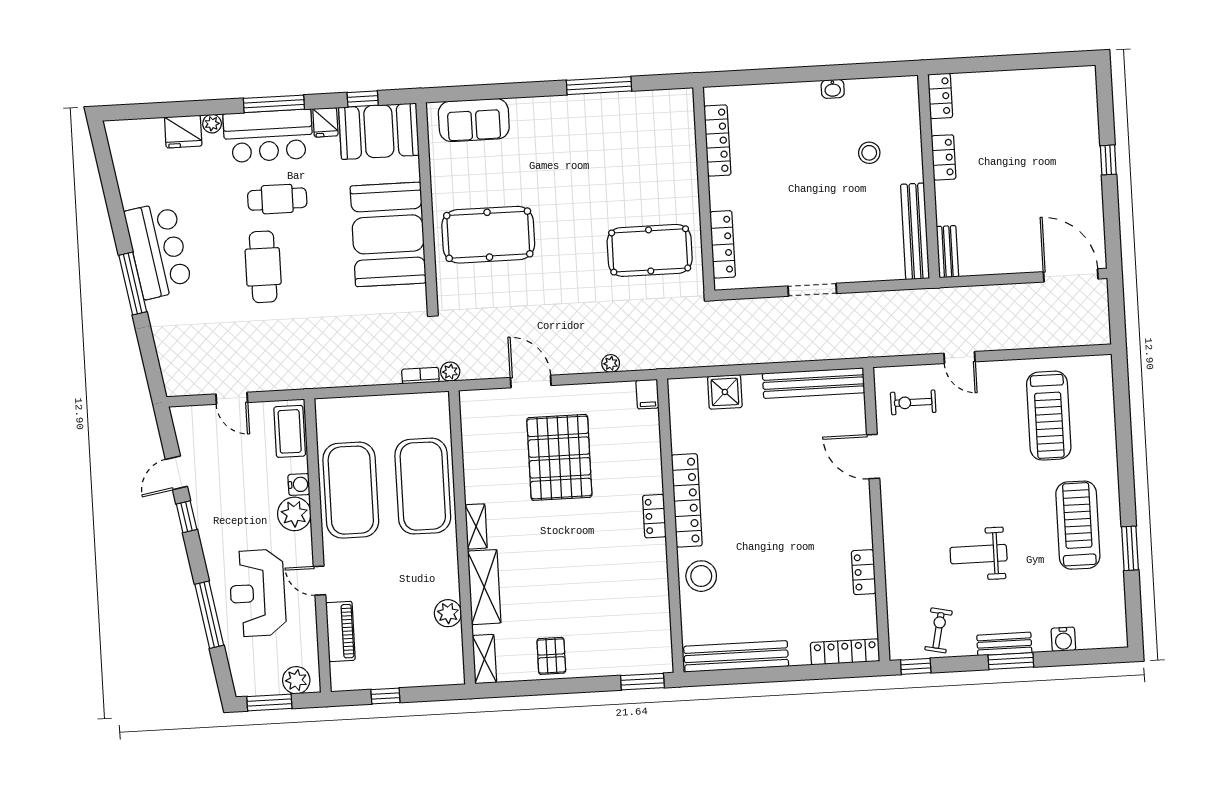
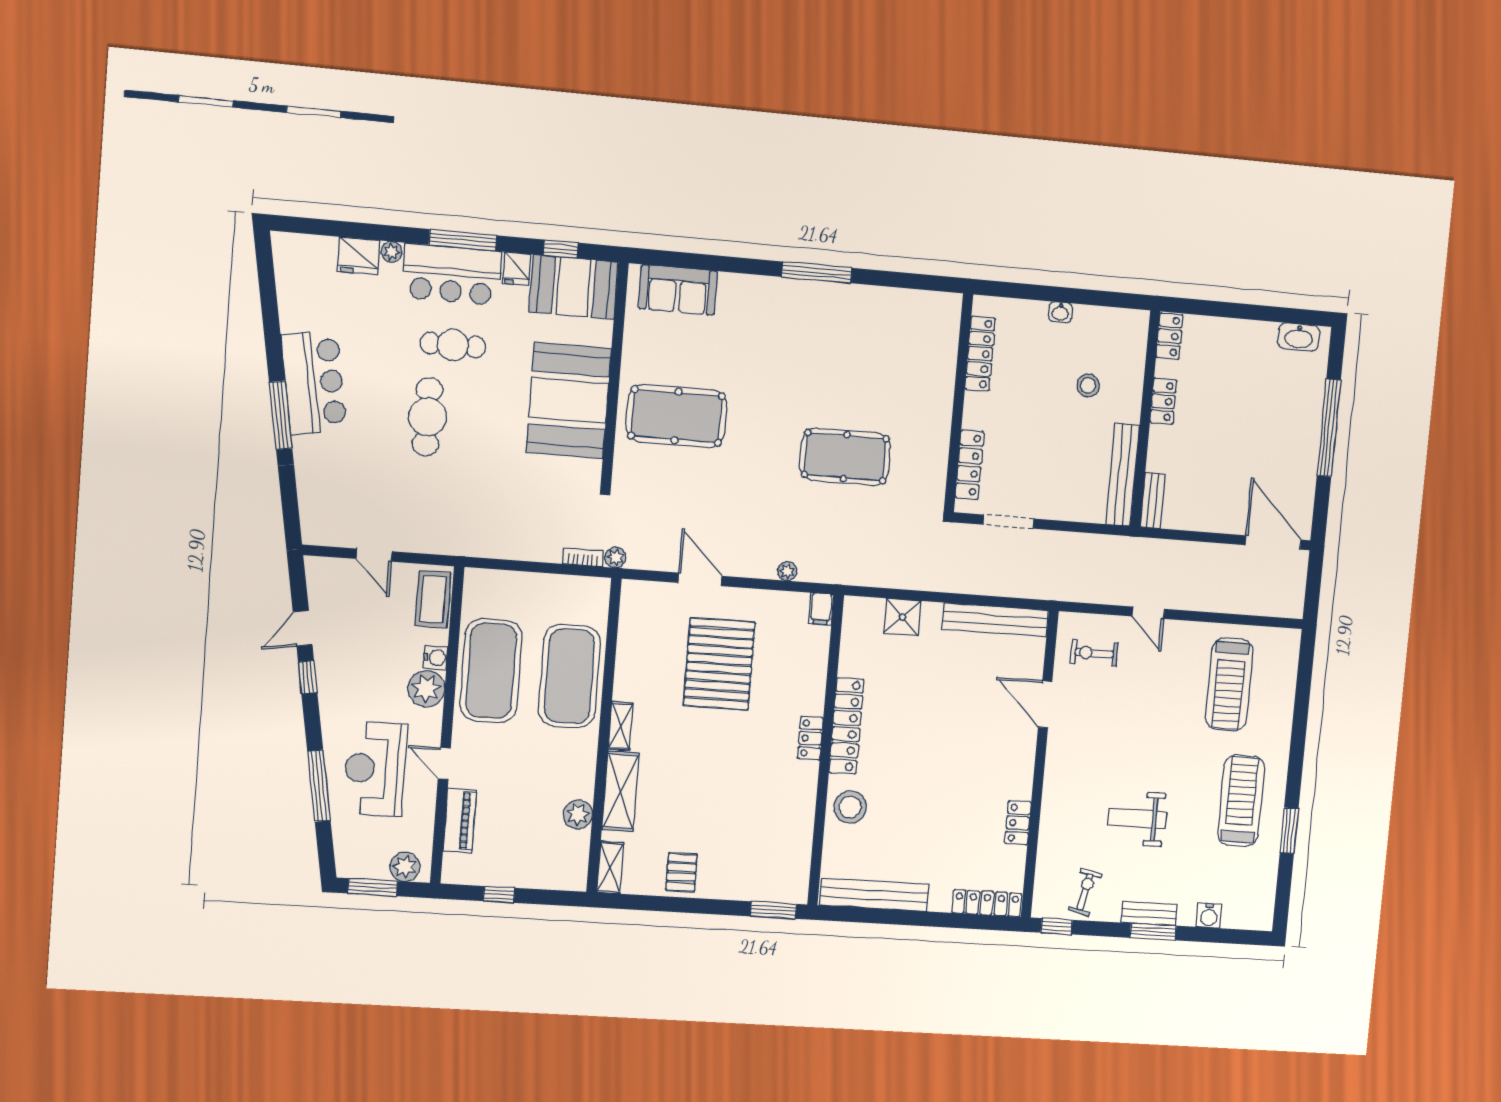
washbasin: (1065, 79) -> (1299, 337), added
locker: (717, 140) -> (980, 354), moved
window: (1108, 160) -> (1329, 428), width x3.17
wall: (704, 189) -> (958, 403), moved
locker: (723, 244) -> (970, 465), moved

